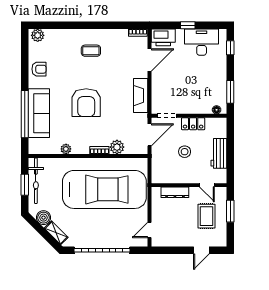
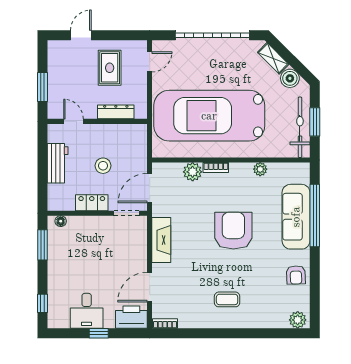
desk: (202, 42) -> (87, 311), width x0.73
armchair: (39, 69) -> (296, 275), turned -92
rug: (207, 216) -> (110, 68), moved

